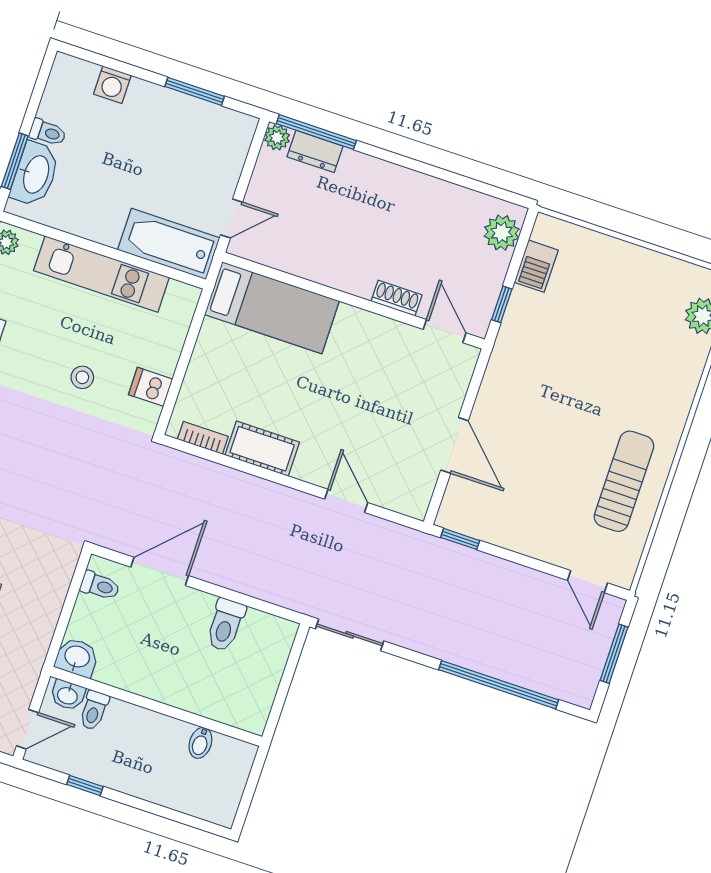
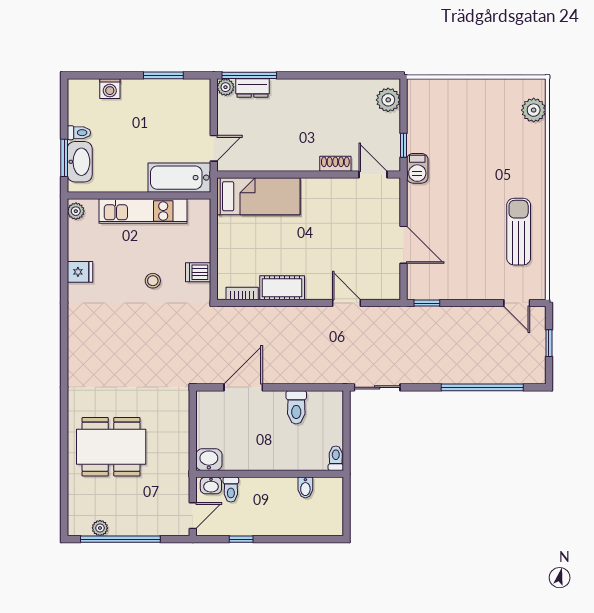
barbecue: (536, 266) -> (417, 168), moved
toilet: (100, 586) -> (336, 458), moved, turned -90
window: (614, 654) -> (549, 343), width x0.67

